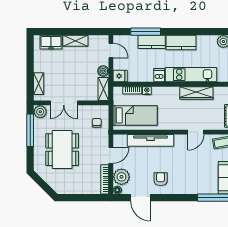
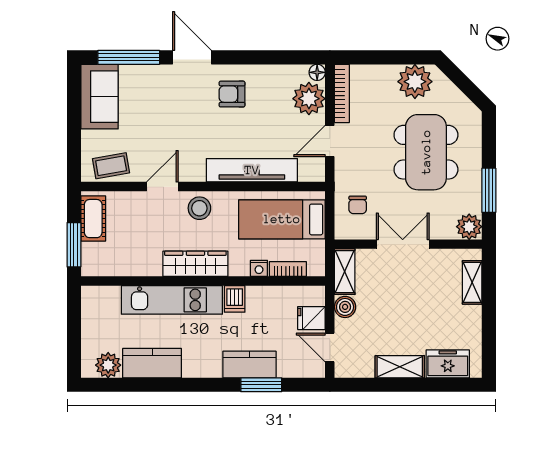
window: (146, 32) -> (261, 385), width x0.69
kitchen counter: (181, 43) -> (152, 363), moved
fridge: (120, 76) -> (311, 318), moved
wardrobe: (196, 93) -> (195, 264), moved
double door: (64, 103) -> (403, 244), moved
stool: (177, 121) -> (199, 208), added
window: (30, 130) -> (489, 190), width x0.69
armchair: (161, 179) -> (232, 94), turned 90
plant: (68, 185) -> (415, 82), added
door: (140, 198) -> (192, 57), moved

